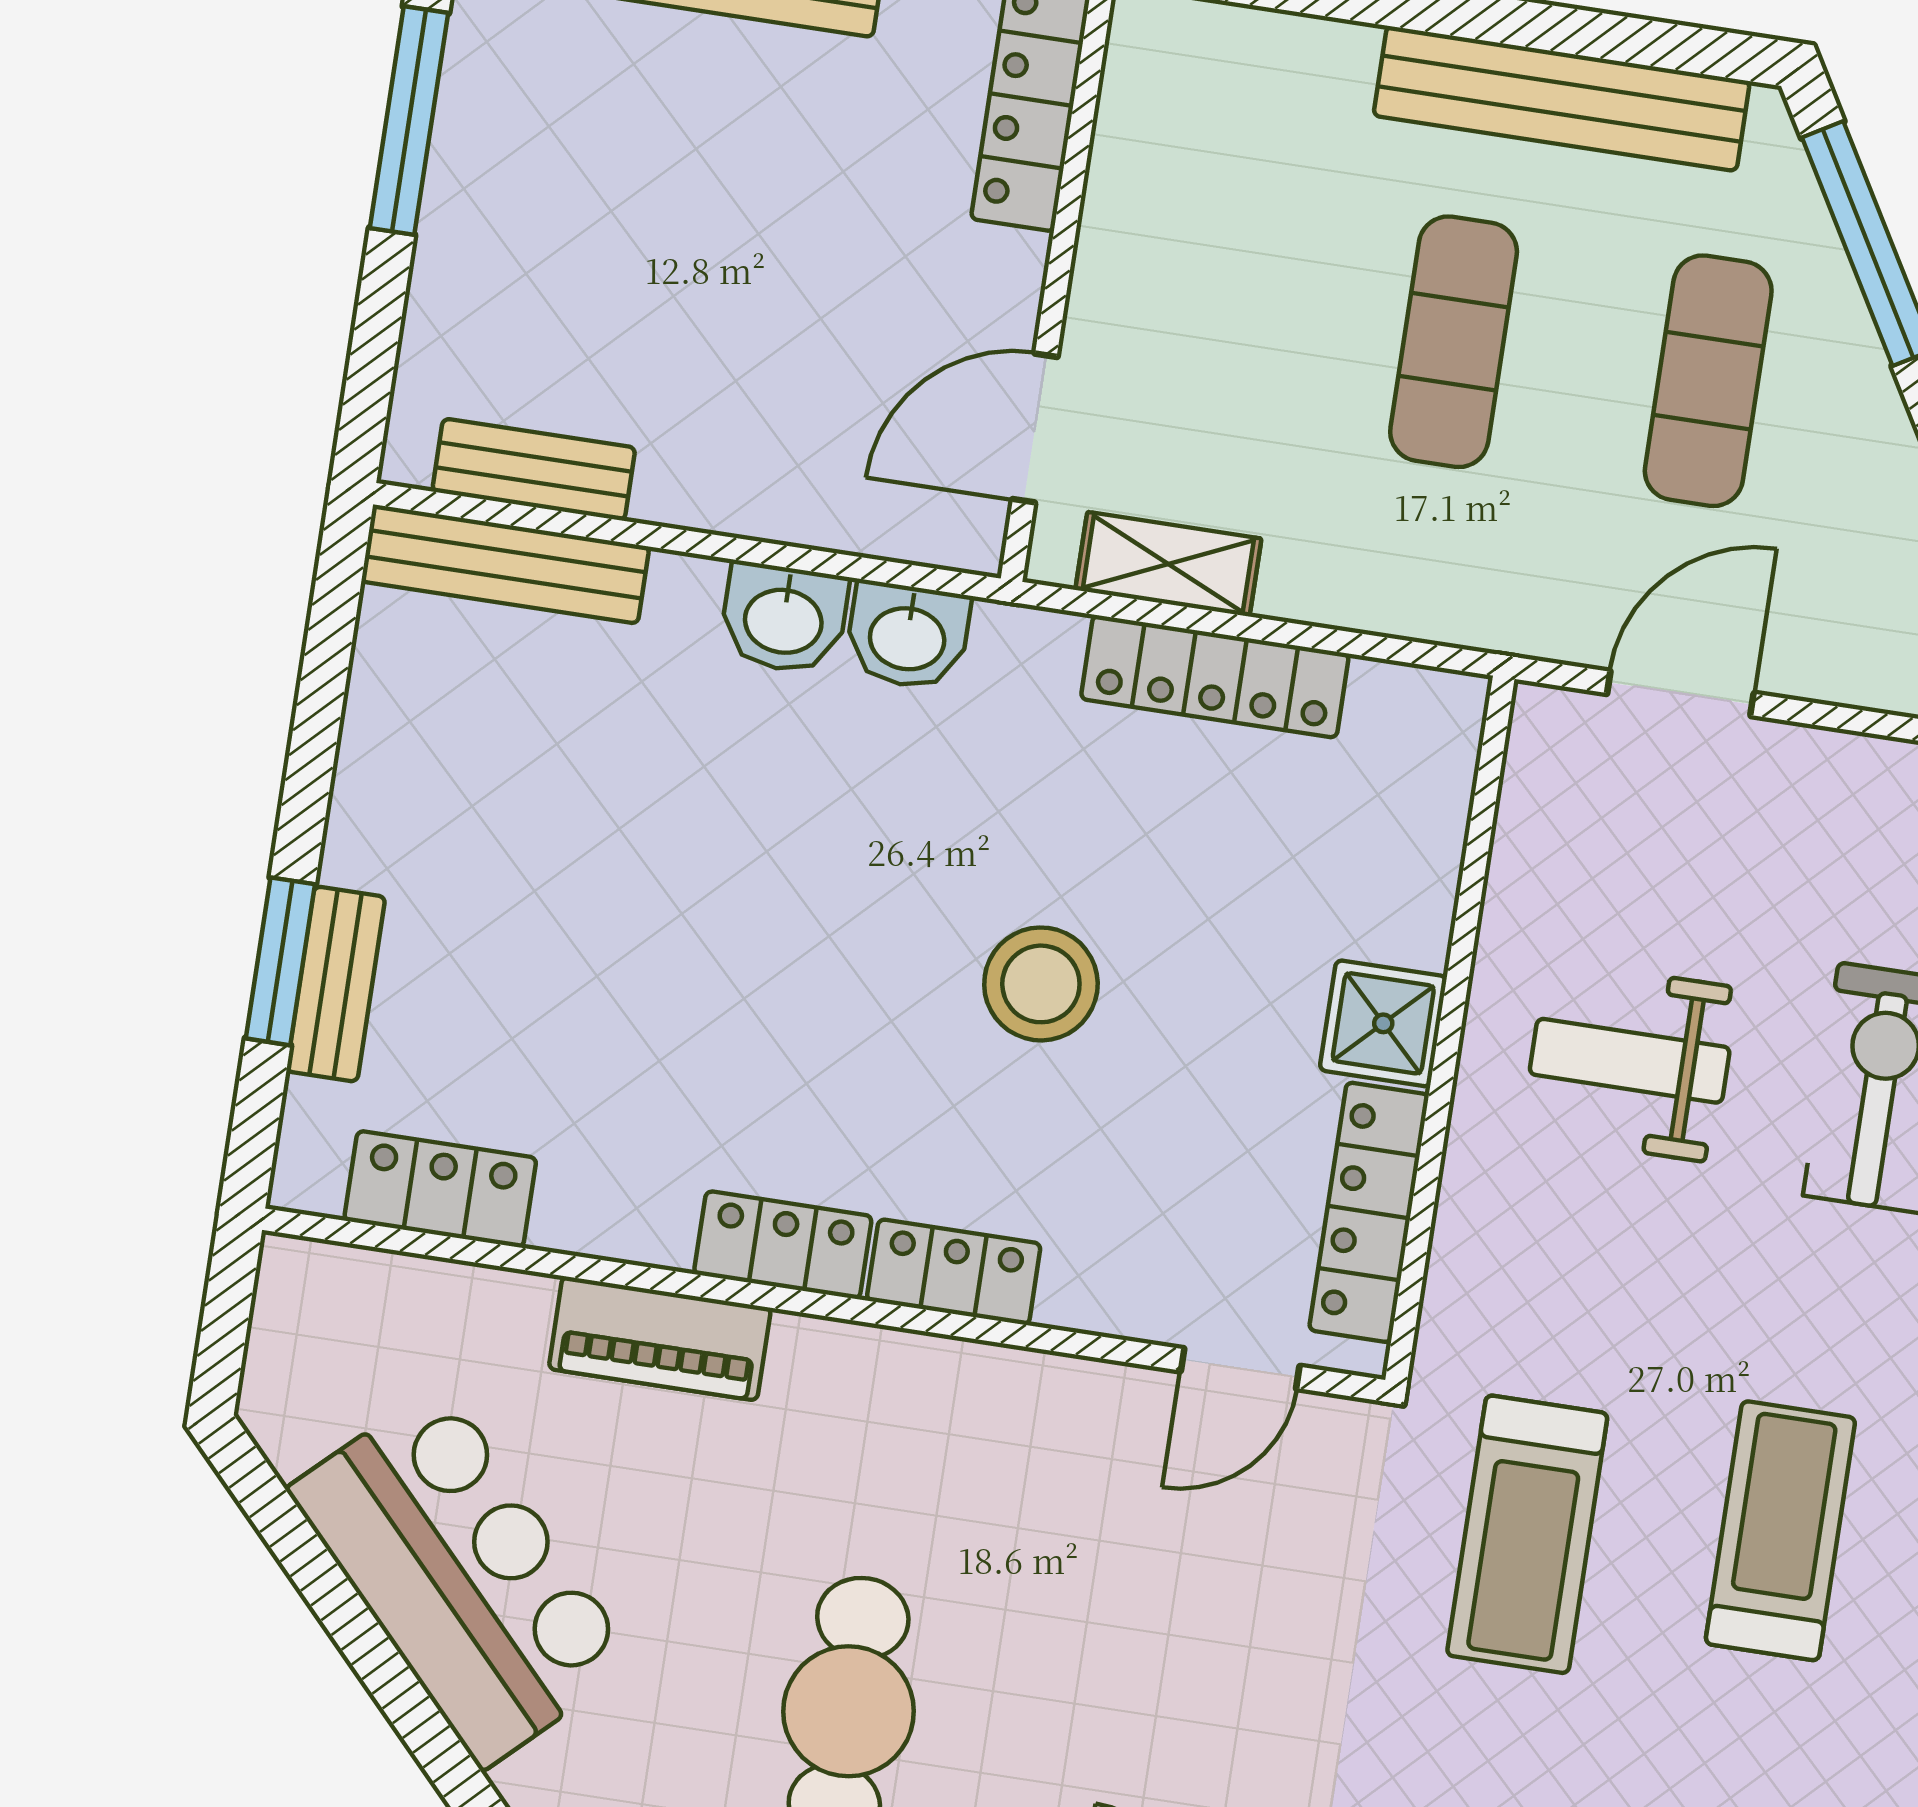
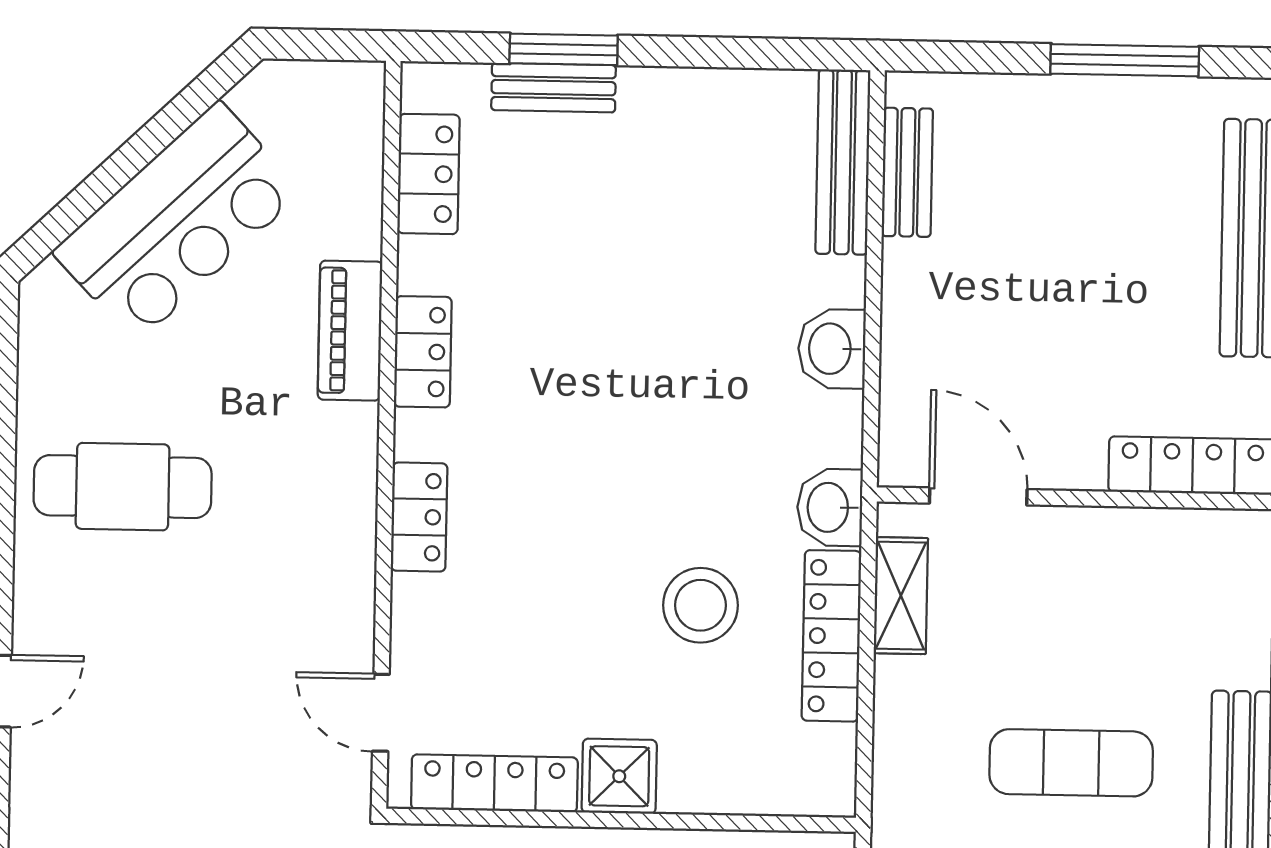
washbasin: (908, 636) -> (830, 507), moved
stool: (1041, 984) -> (701, 605), moved
locker: (783, 1245) -> (423, 352), moved

